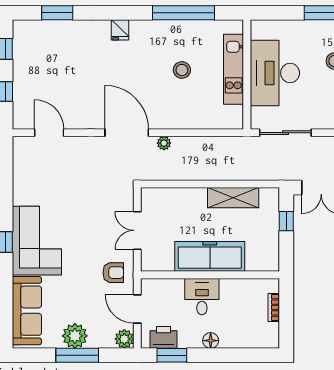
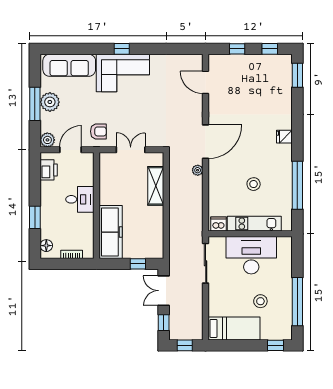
window: (57, 13) -> (297, 75), moved
dishwasher: (234, 116) -> (219, 224), added
door: (49, 133) -> (206, 82), swing flipped
shelving: (233, 198) -> (156, 186), moved
freezer: (210, 256) -> (111, 232), moved
armchair: (113, 273) -> (98, 131), turned -90
floor lamp: (211, 341) -> (46, 246), moved
window: (172, 355) -> (35, 217), moved

